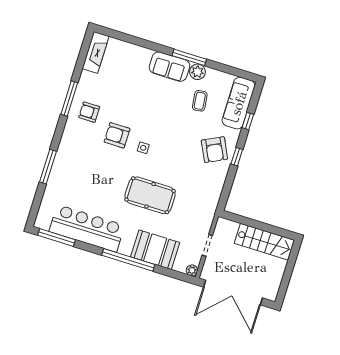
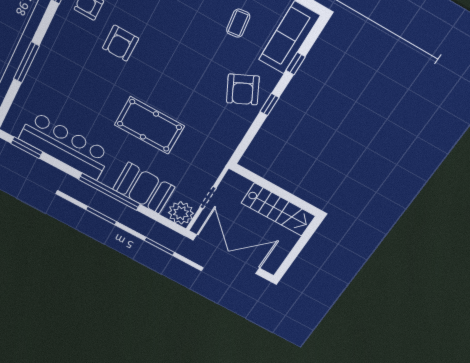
armchair: (117, 135) -> (120, 43), turned -90
side table: (143, 148) -> (152, 66), removed
window: (56, 238) -> (27, 148), width x0.69
plant: (192, 270) -> (181, 213), width x1.87, depth x1.87
double door: (233, 293) -> (226, 254), swing flipped

